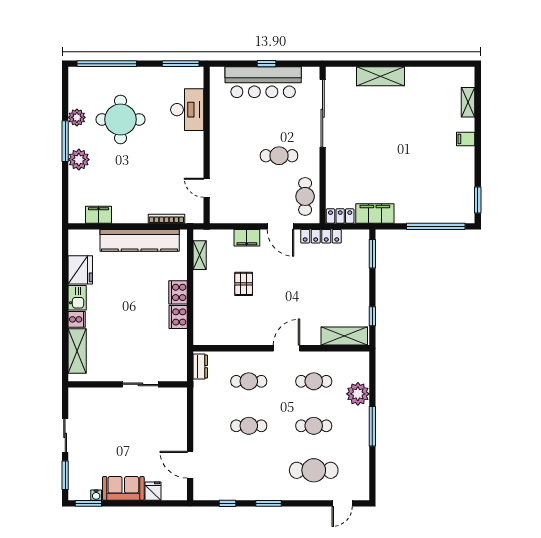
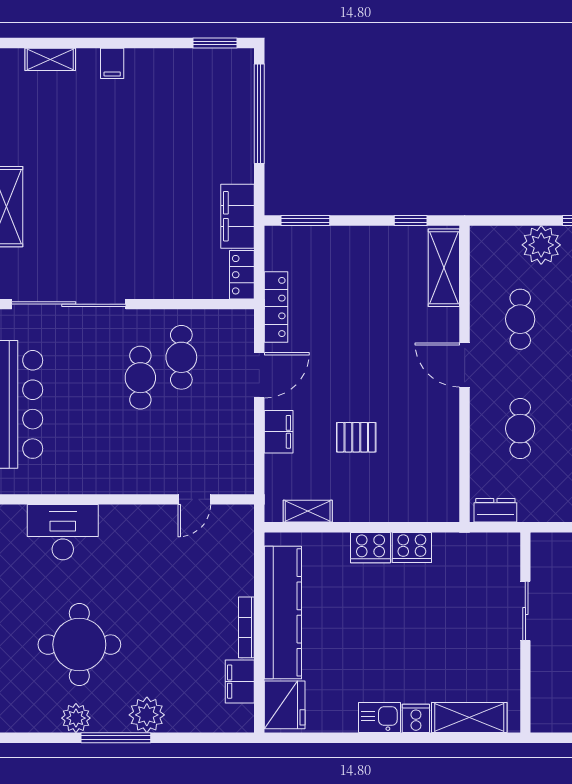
cafe table: (305, 196) -> (181, 357), moved, turned 90
bookcase: (166, 219) -> (246, 627), moved
fridge: (80, 270) -> (285, 705), moved, turned 90

